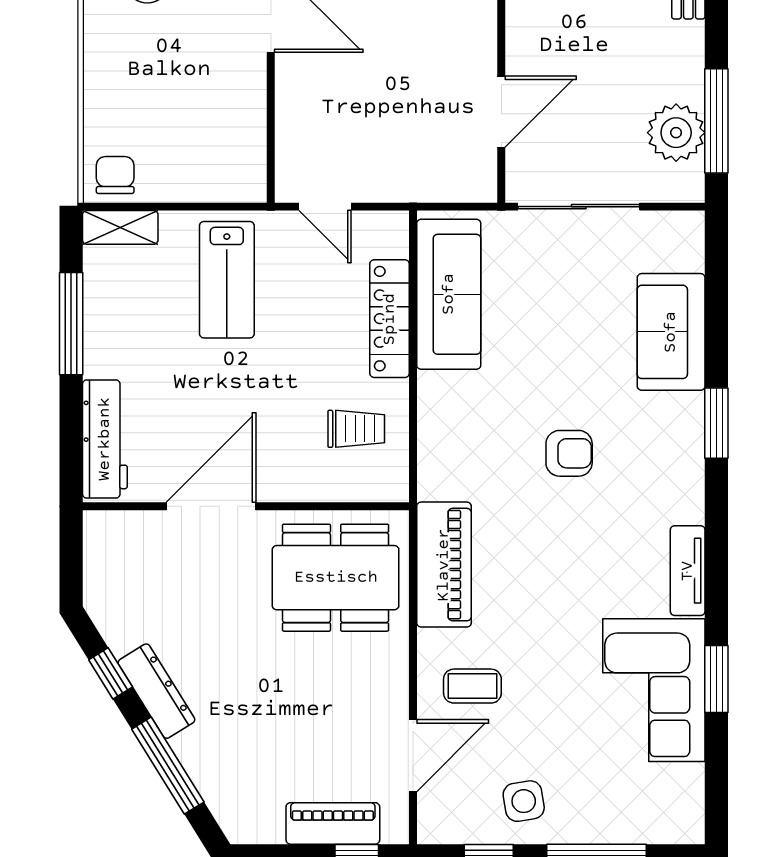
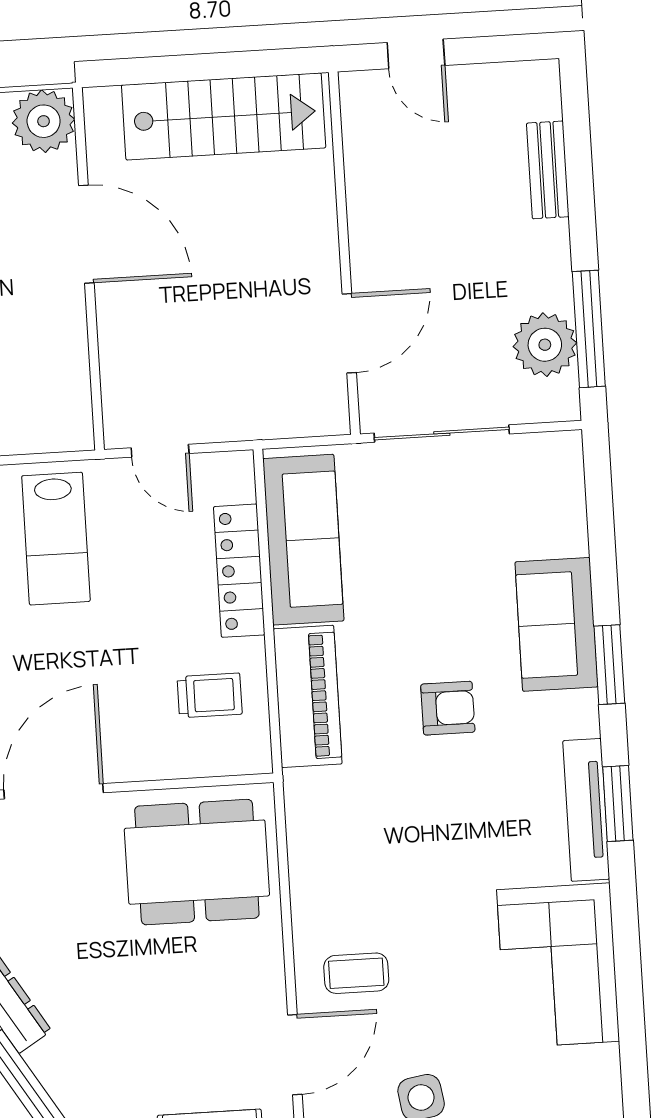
sofa: (671, 332) -> (556, 624), moved
piano: (444, 565) -> (308, 696), moved
tv unit: (688, 571) -> (586, 810), width x1.41
window: (716, 679) -> (618, 804), moved

